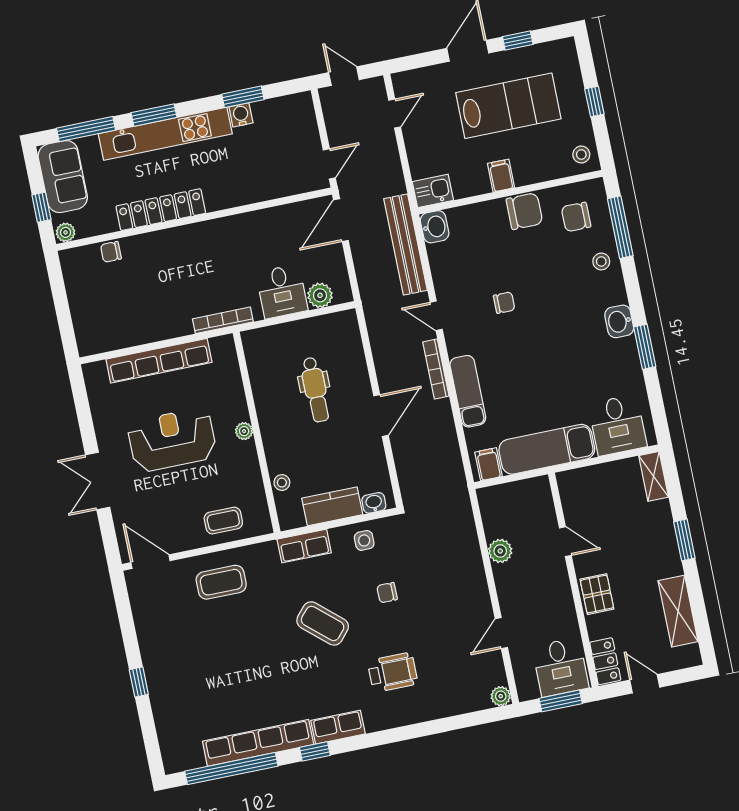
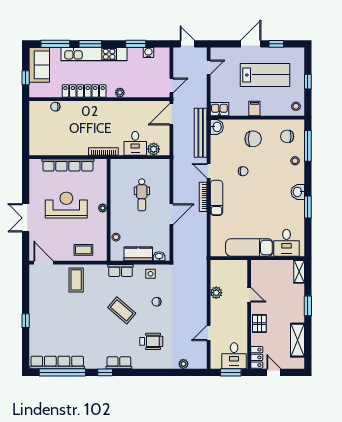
water cooler: (241, 115) -> (148, 53), moved
chair: (524, 211) -> (253, 139), moved
plant: (66, 232) -> (120, 93), moved
exam couch: (468, 391) -> (216, 198), moved
filing cabinet: (489, 464) -> (219, 249), removed
coffee table: (221, 582) -> (76, 280), turned 90
plant: (501, 696) -> (183, 364), moved
row of seats: (258, 743) -> (57, 362), moved

